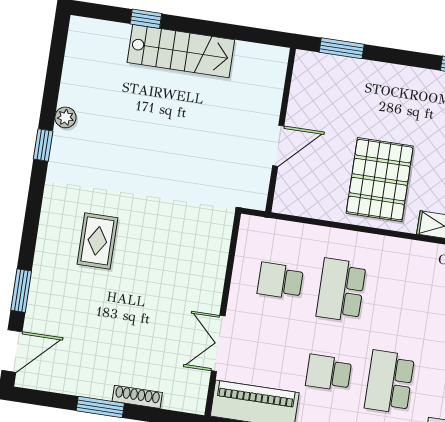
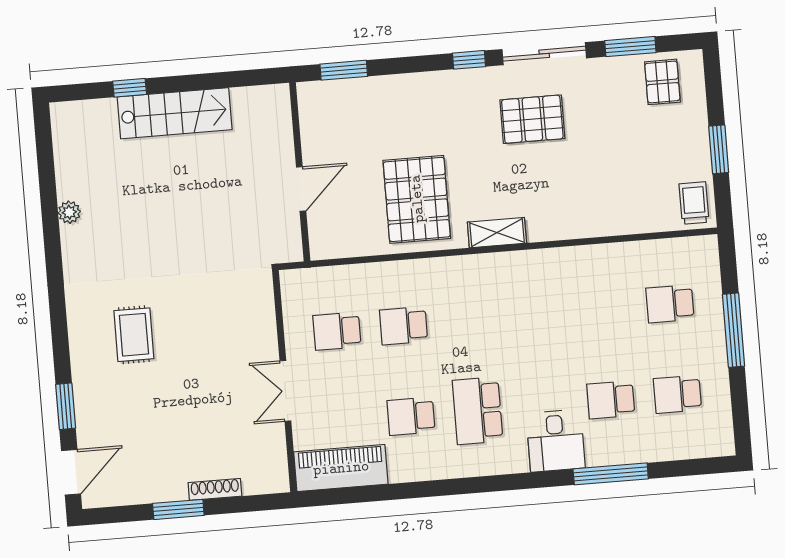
window: (43, 145) -> (53, 247), removed
school desk: (341, 290) -> (404, 326), width x0.54
double door: (218, 343) -> (285, 391), moved

